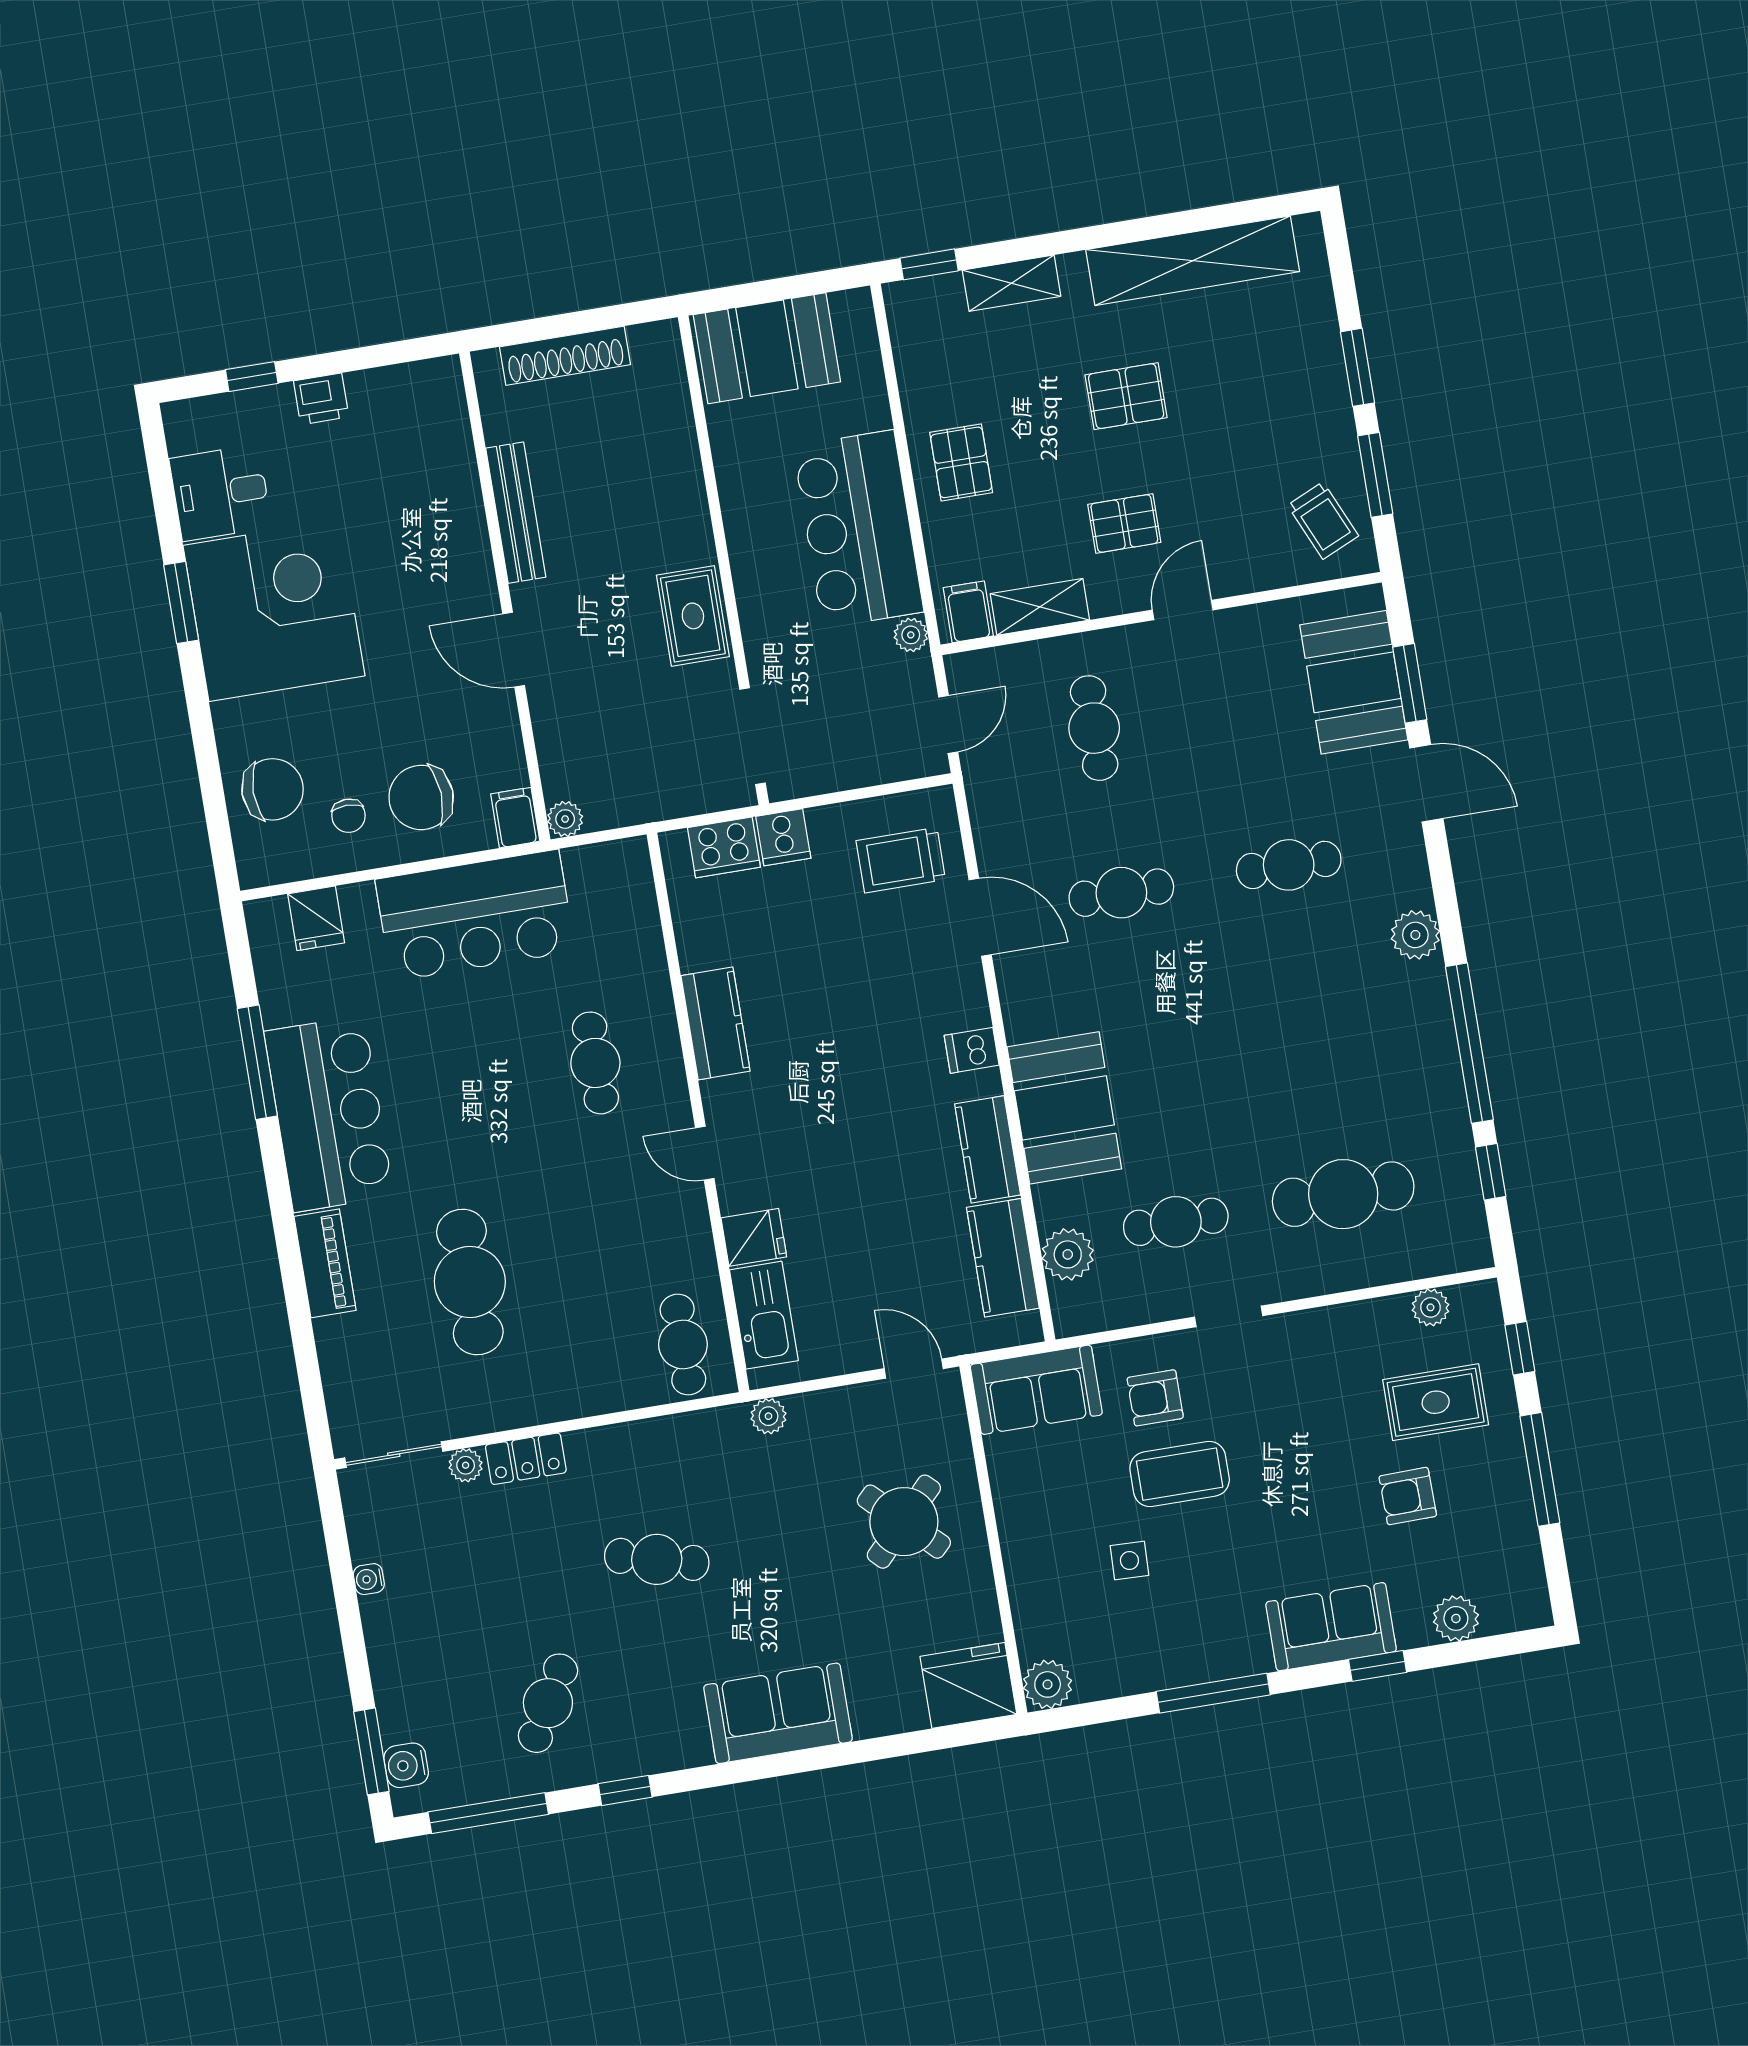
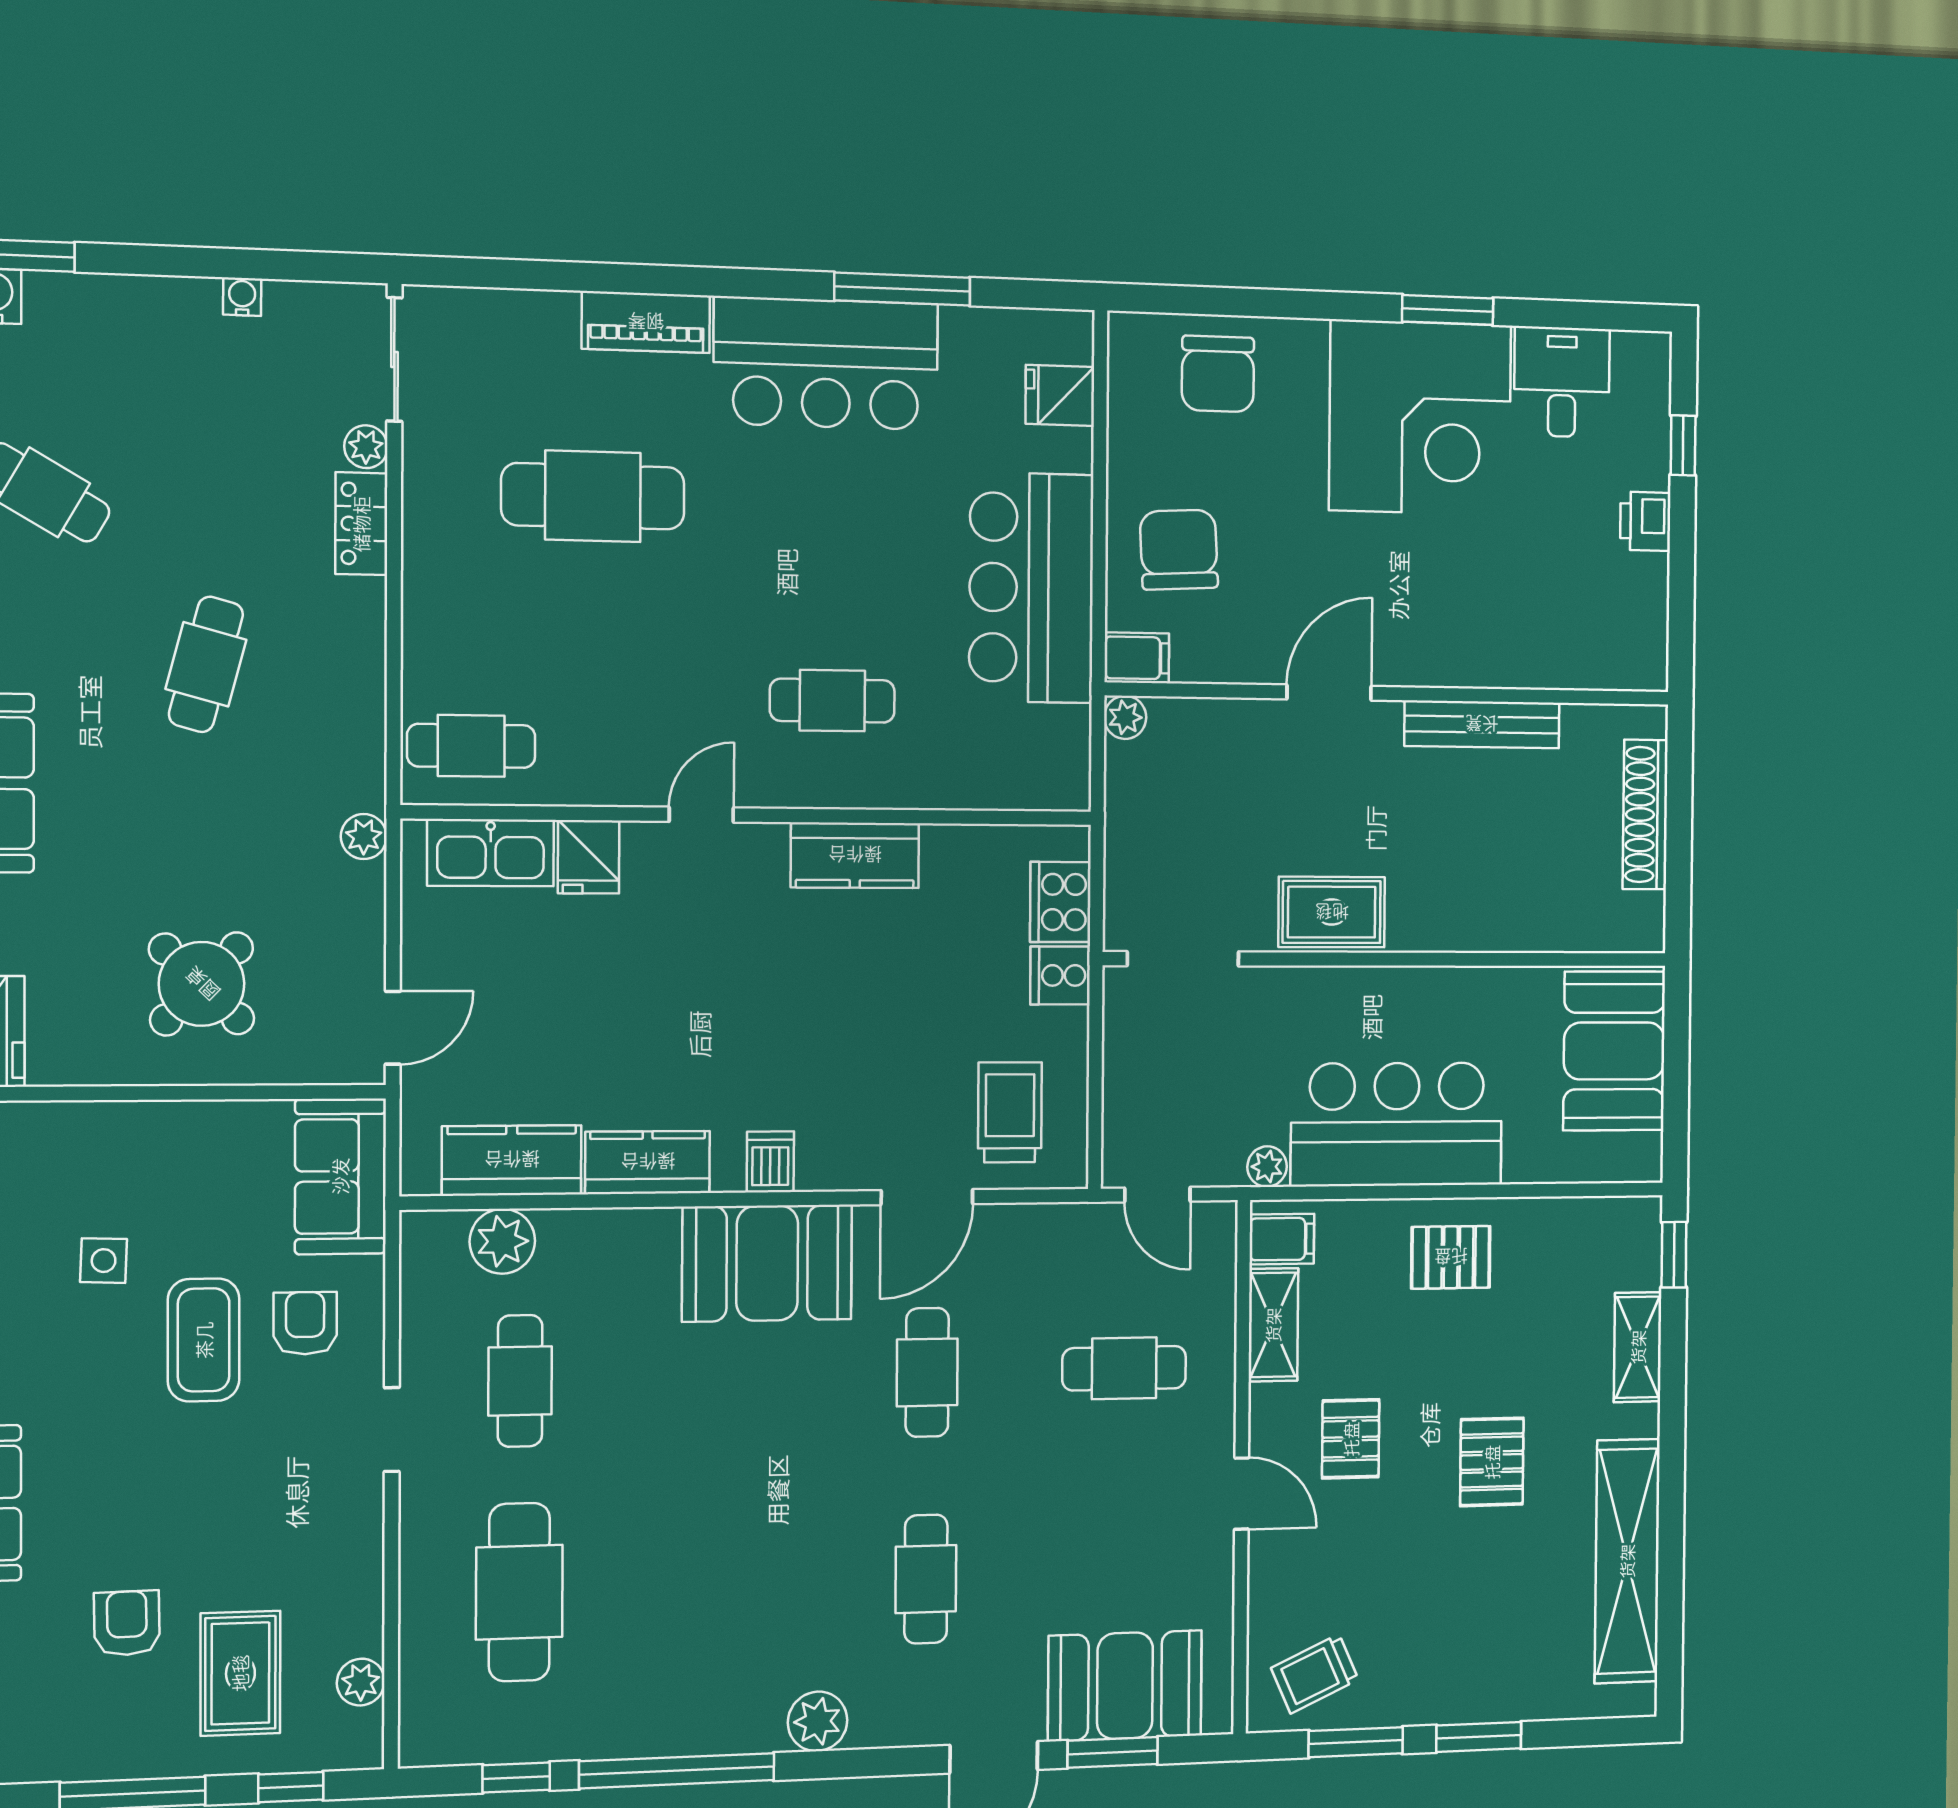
chair: (348, 816) -> (1172, 458), removed
booth: (1064, 1108) -> (767, 1263), moved

